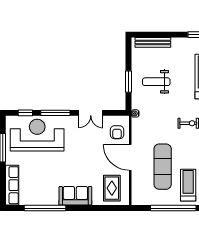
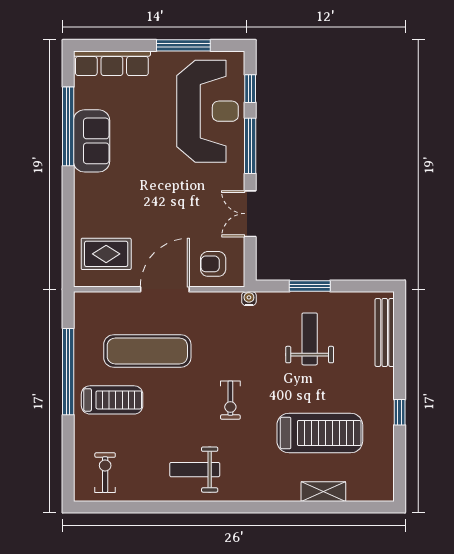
sofa: (75, 196) -> (92, 141), moved

